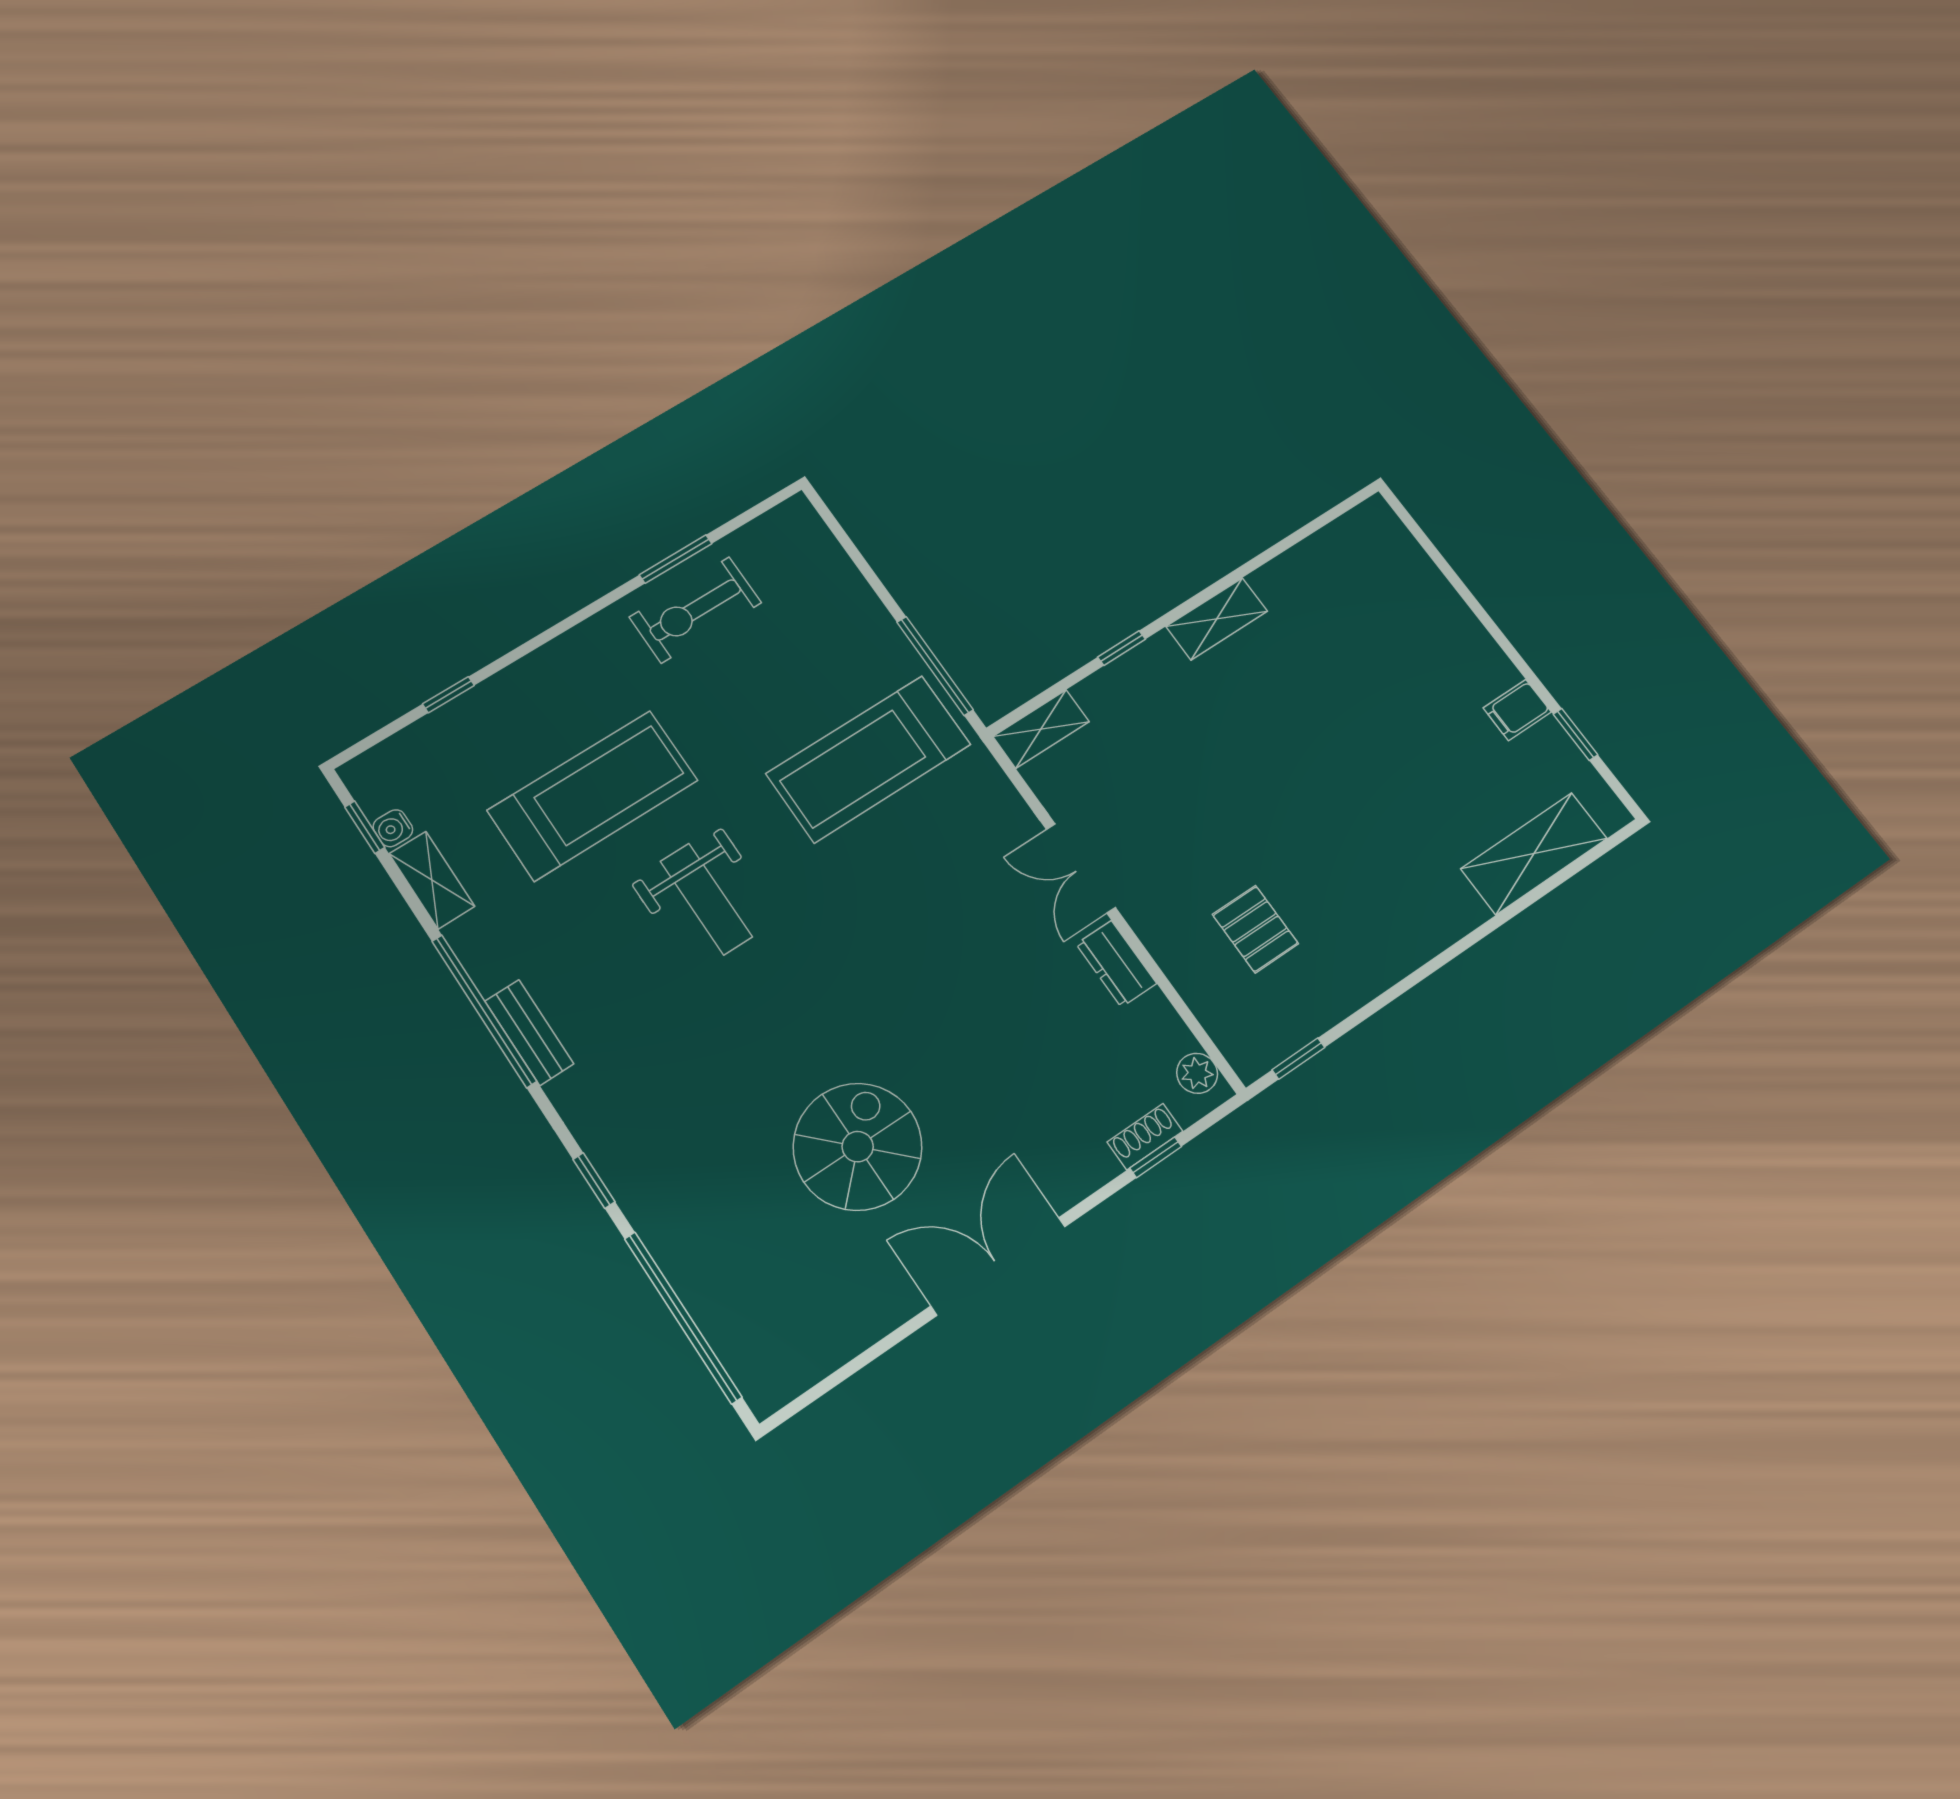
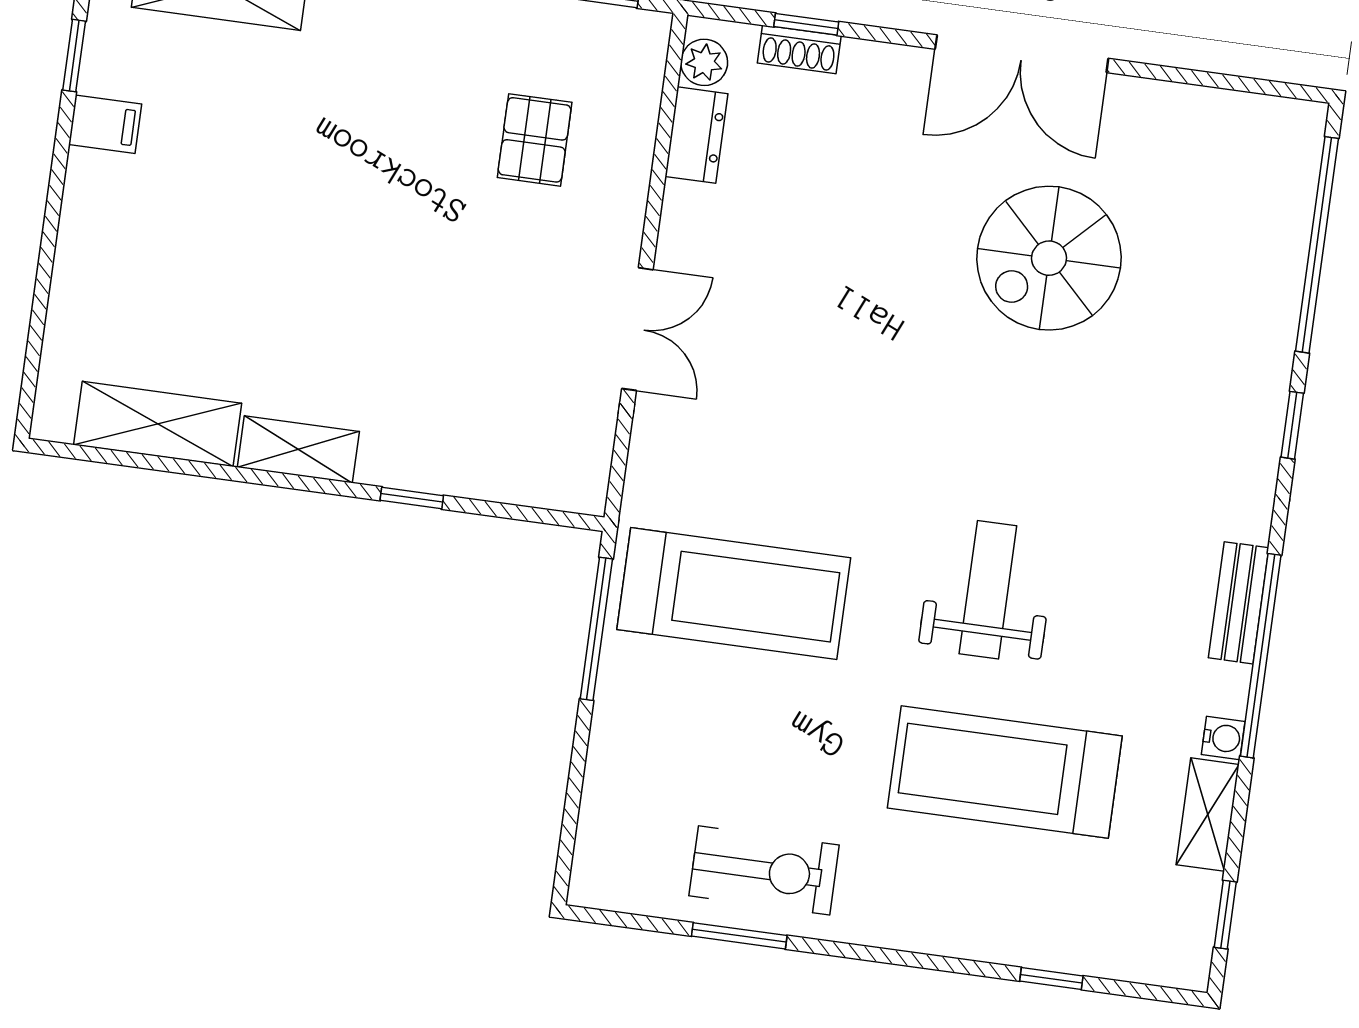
shelving: (1041, 729) -> (158, 424), moved, width x1.50, depth x1.33
water cooler: (393, 828) -> (1223, 738), moved
dresser: (1116, 964) -> (696, 135), moved

